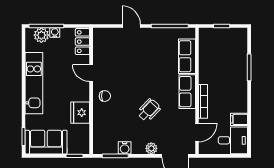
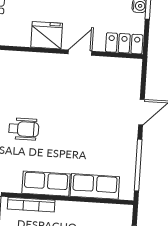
chair: (105, 96) -> (47, 69), removed
wheelchair: (149, 110) -> (24, 129), turned -44
fridge: (80, 113) -> (47, 35), moved

